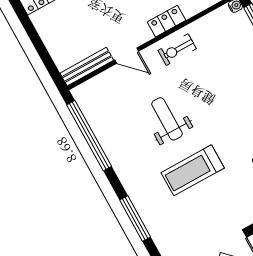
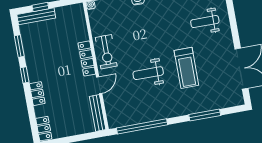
locker: (166, 21) -> (87, 58), width x1.53
exercise bike: (177, 50) -> (106, 52), width x1.38, depth x1.39

